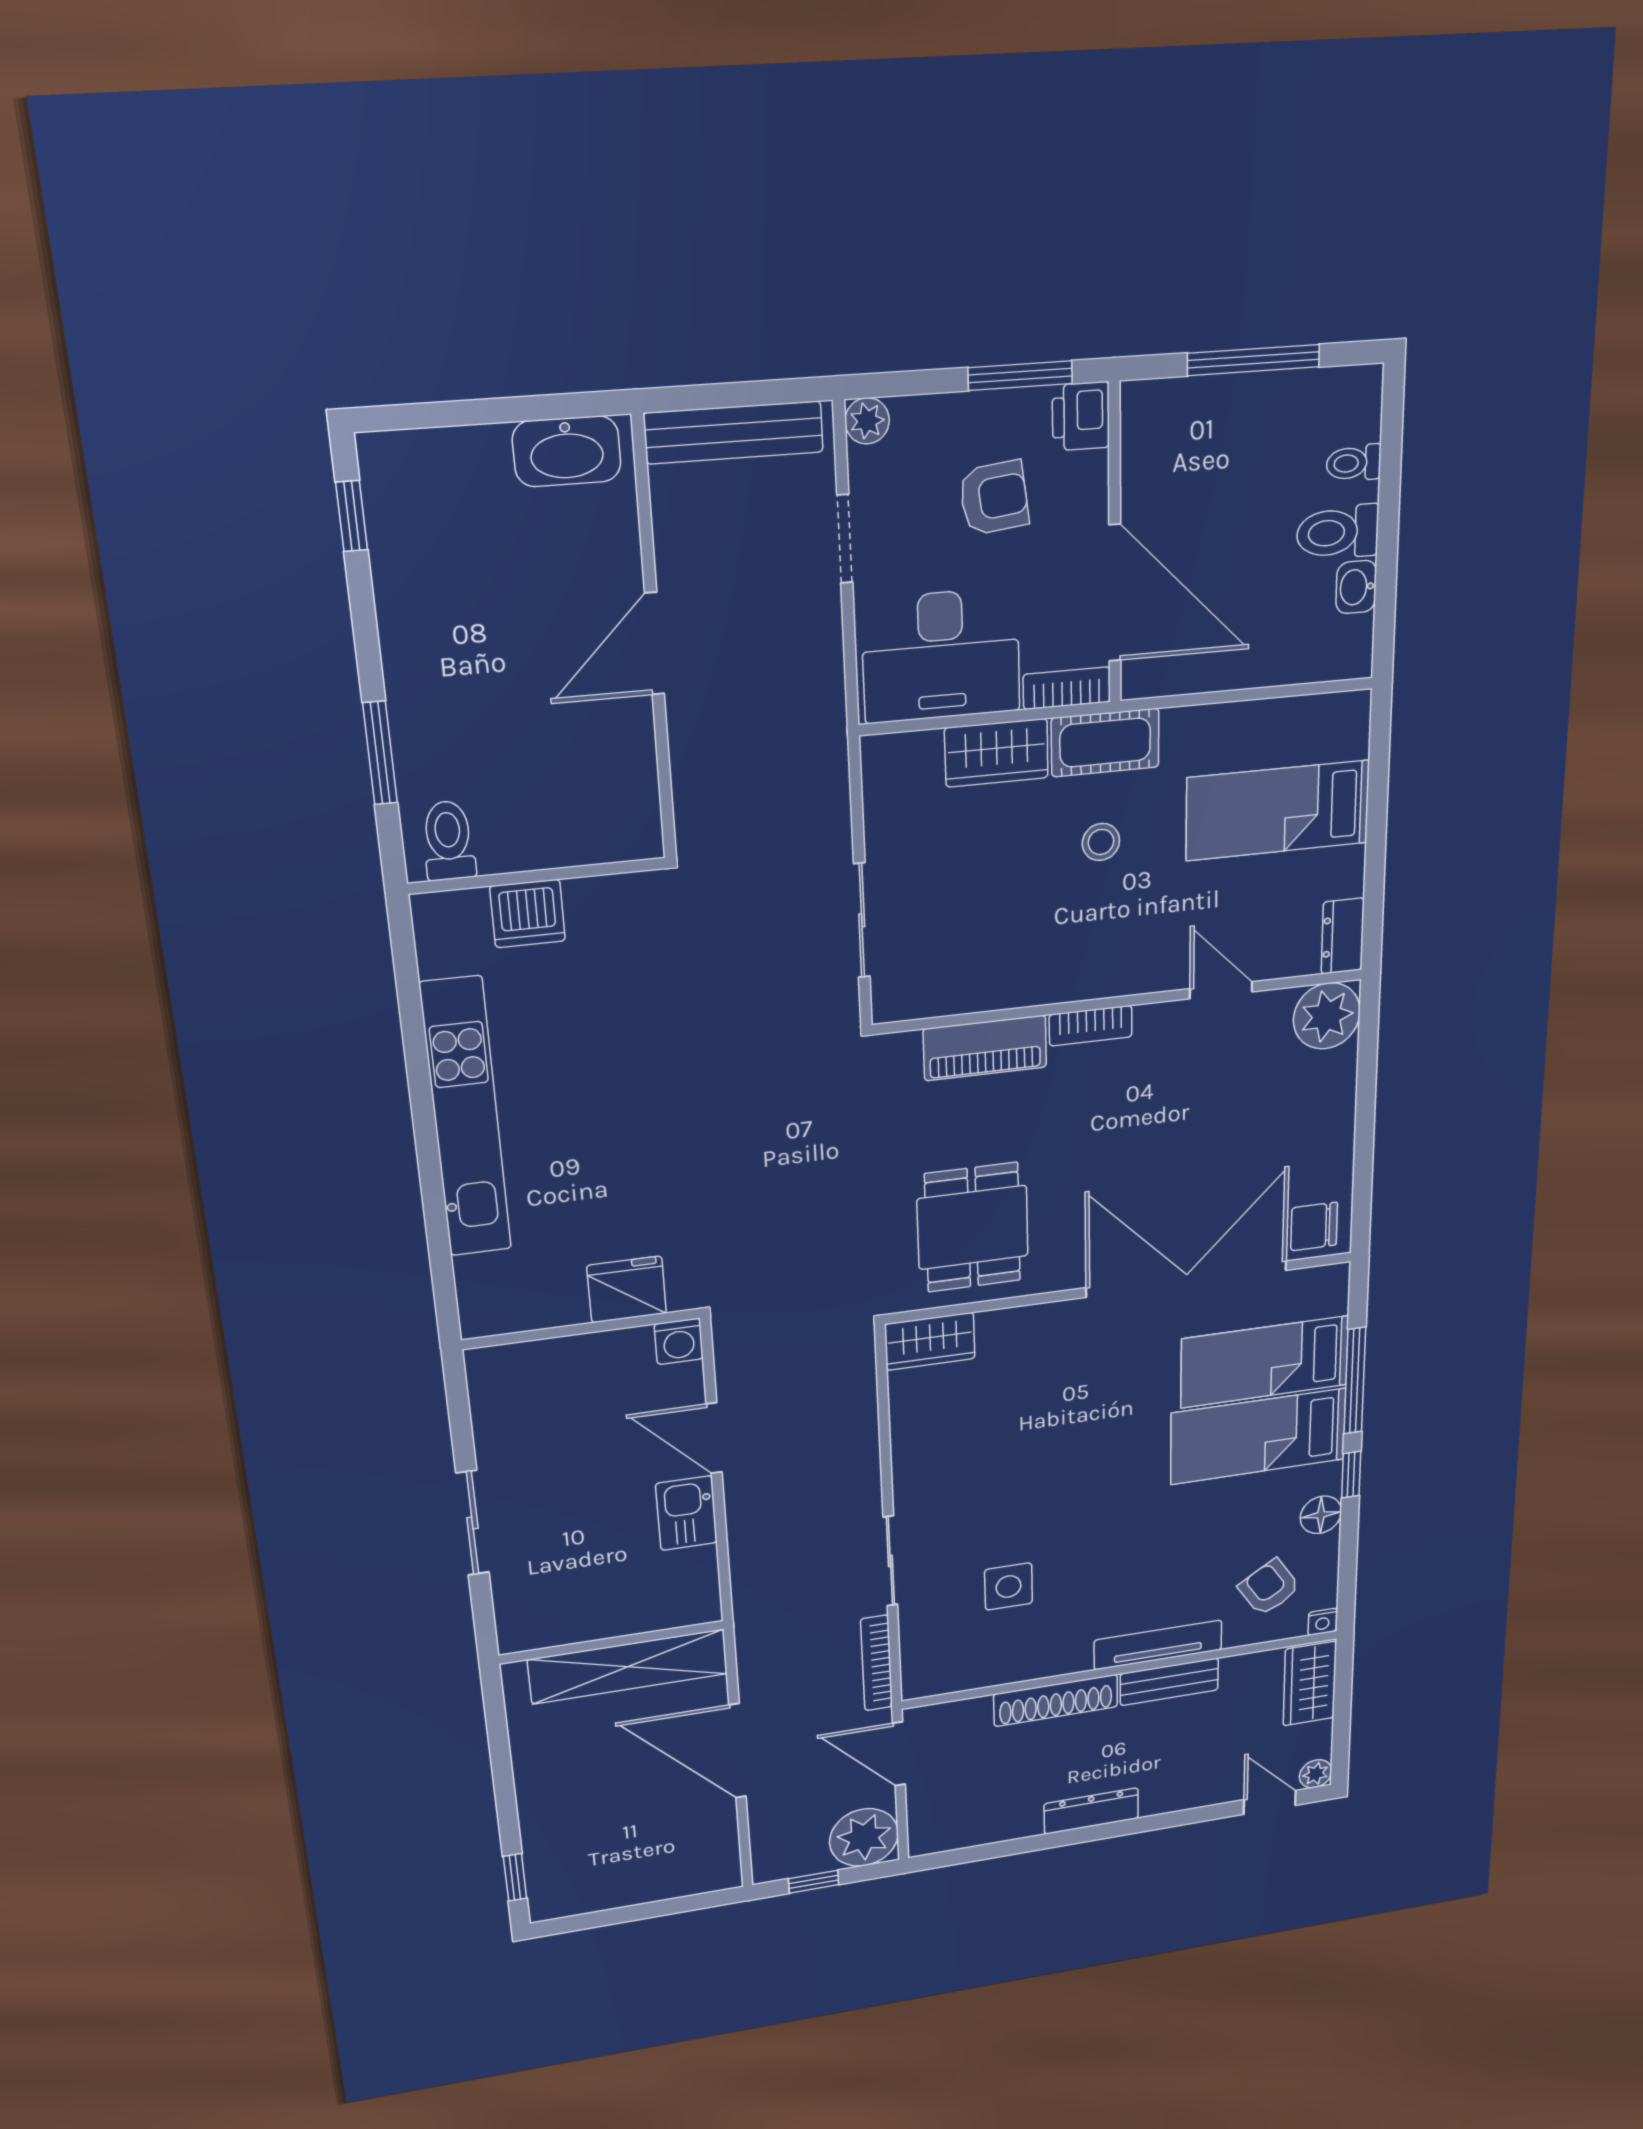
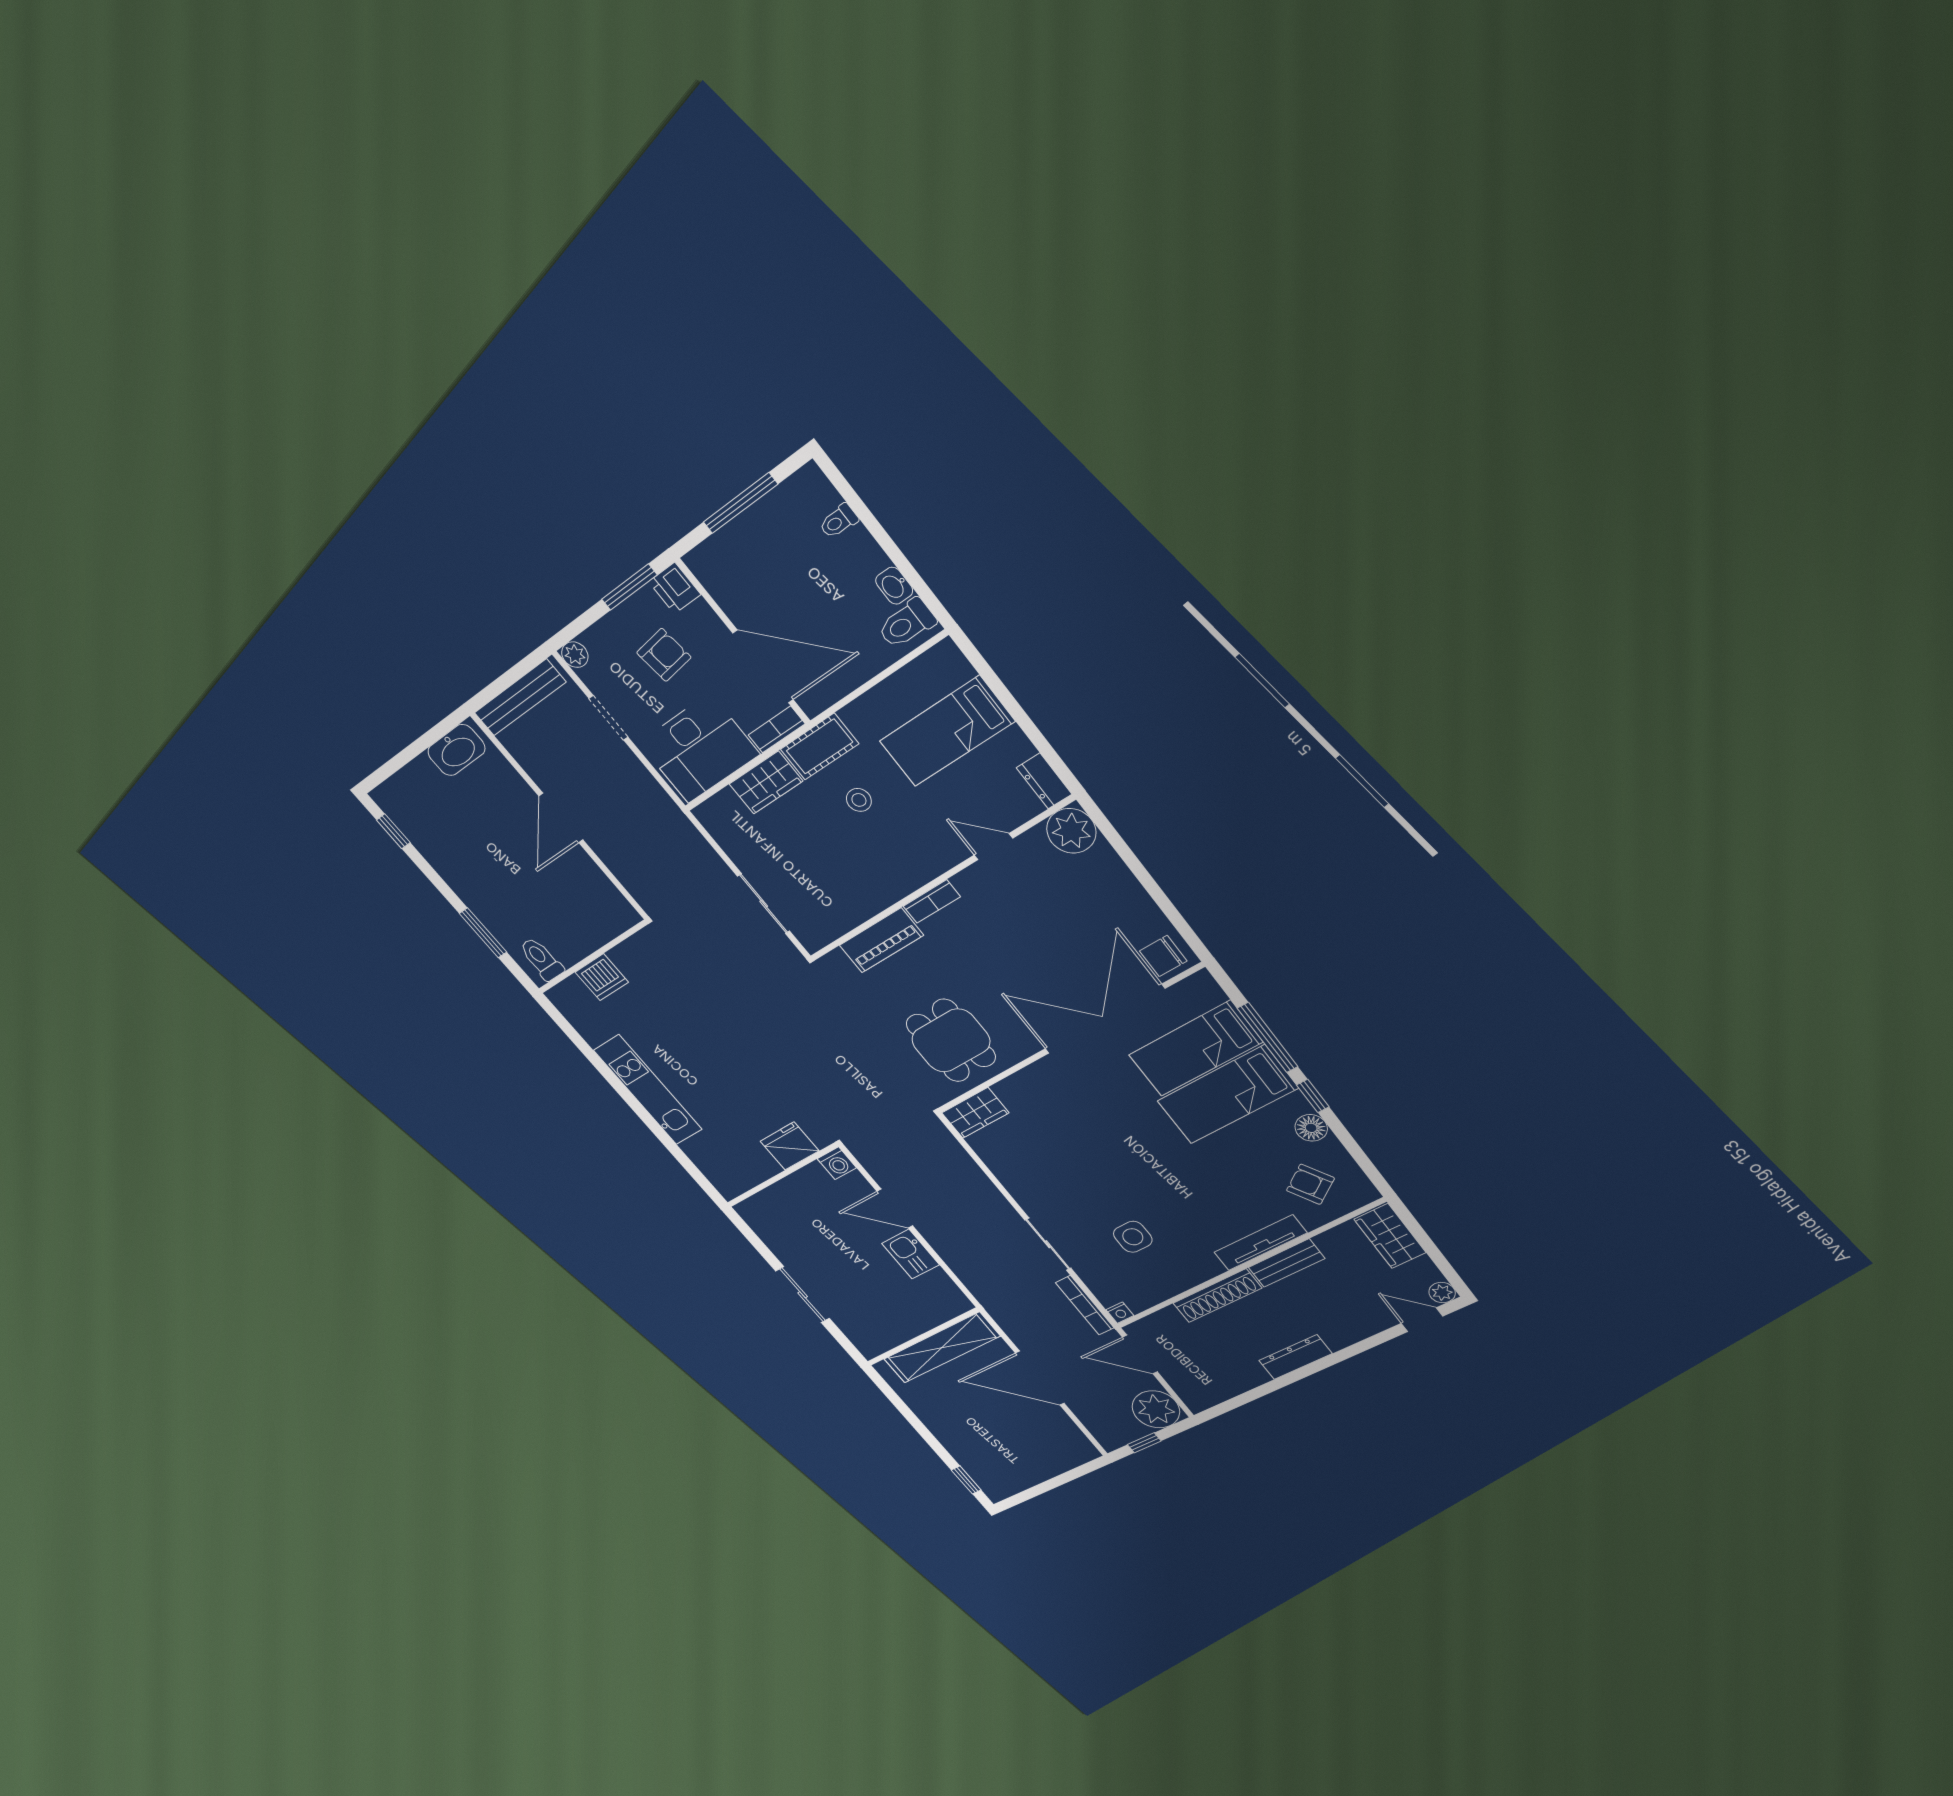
toilet: (1338, 532) -> (907, 624), moved
kitchen unit: (466, 1118) -> (648, 1090), width x0.73
nightstand: (1322, 1622) -> (1120, 1313), moved

